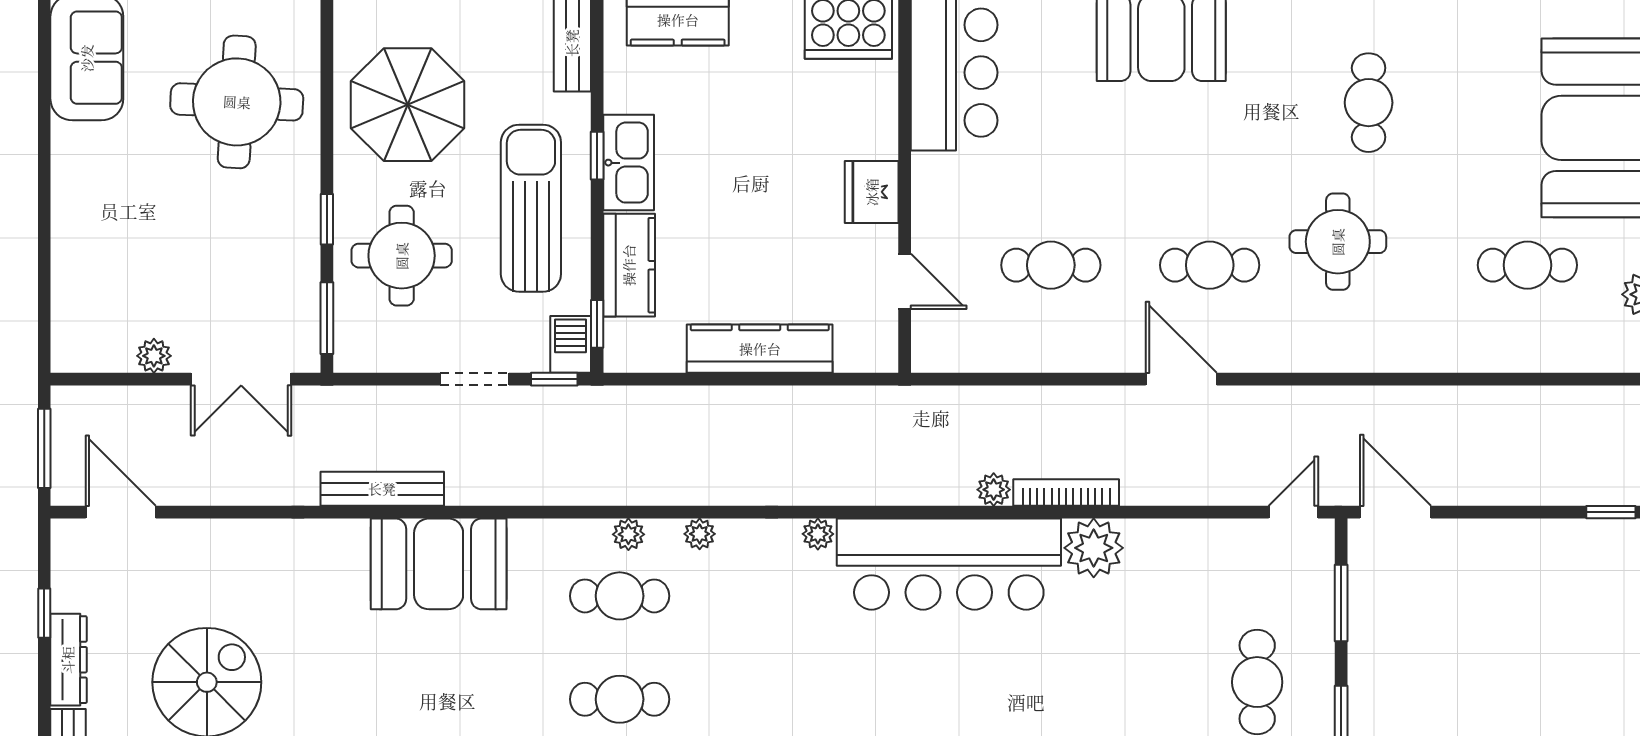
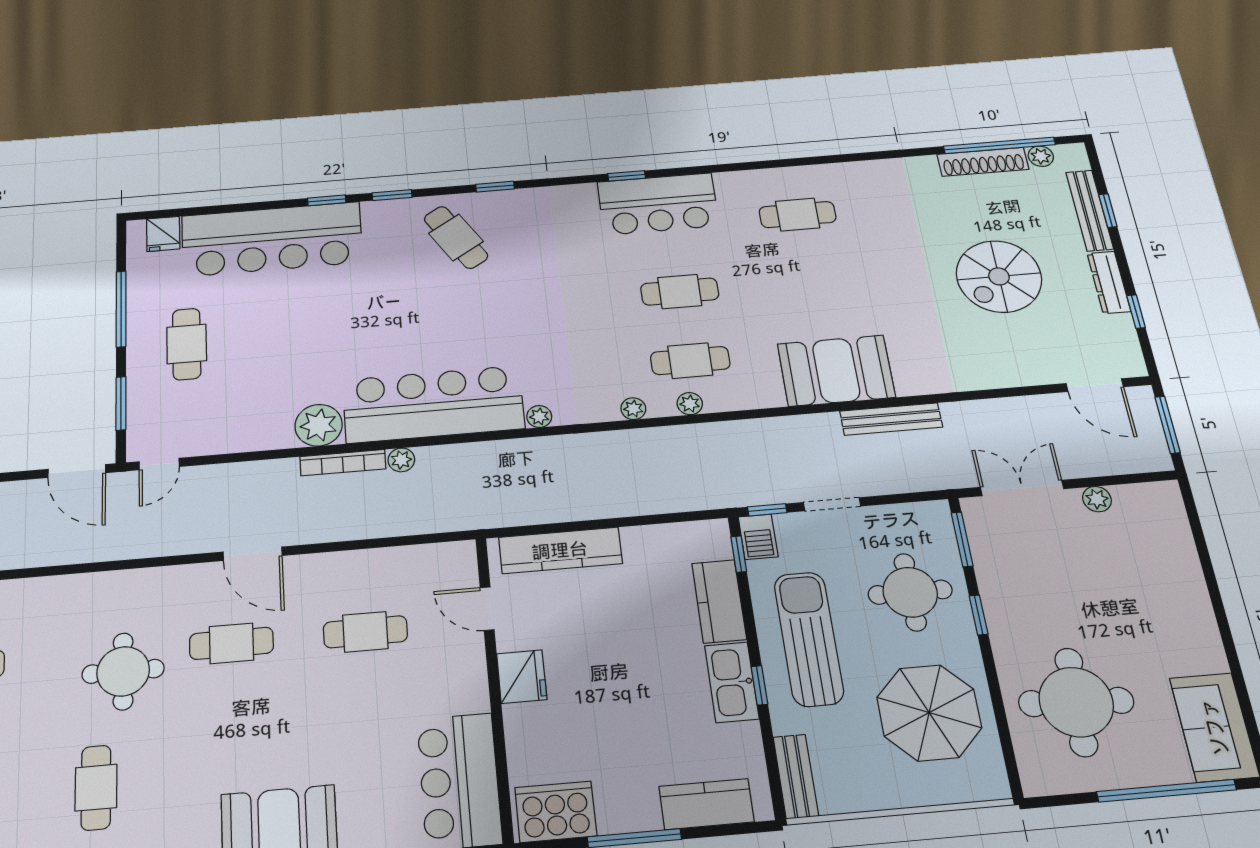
sun lounger: (531, 208) -> (809, 639), turned 180
kitchen counter: (760, 349) -> (560, 550), moved

